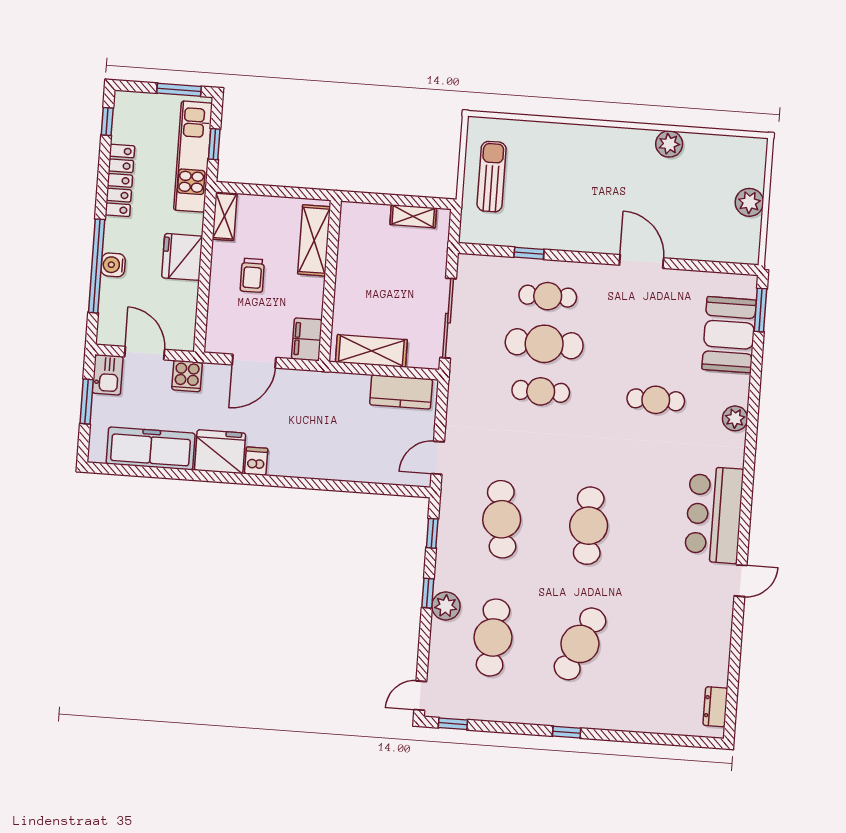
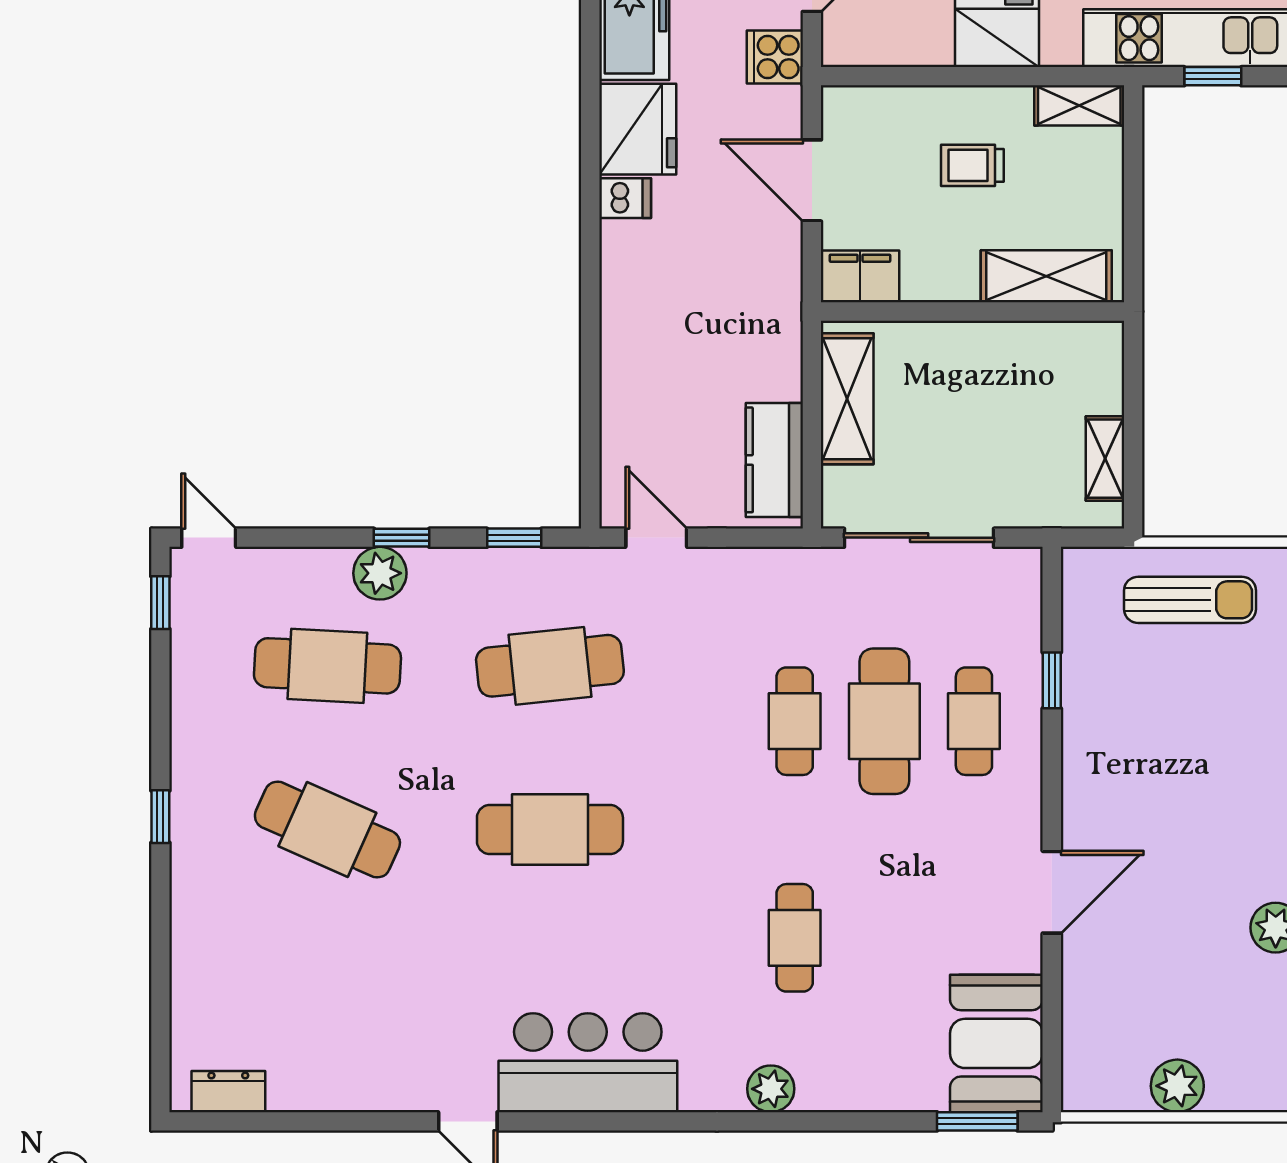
booth: (729, 335) -> (996, 1043), moved, turned 90

